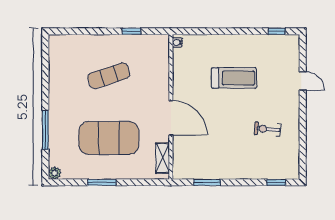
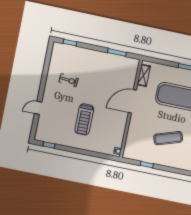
treadmill: (234, 78) -> (84, 119), turned -90
door: (303, 81) -> (38, 108), hinge flipped
door: (171, 118) -> (132, 101), hinge flipped

